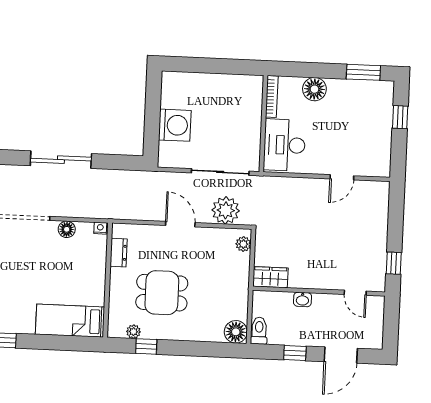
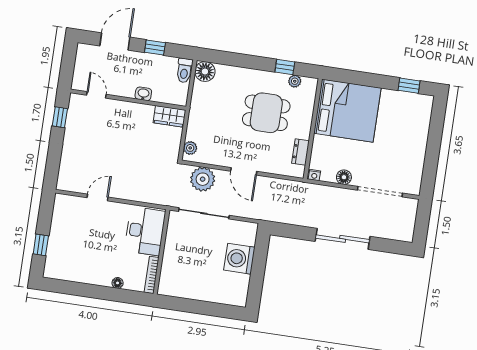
window: (363, 72) -> (69, 288), removed
floor lamp: (314, 89) -> (118, 283), width x0.53, depth x0.53
bed: (70, 321) -> (347, 111), width x2.04

